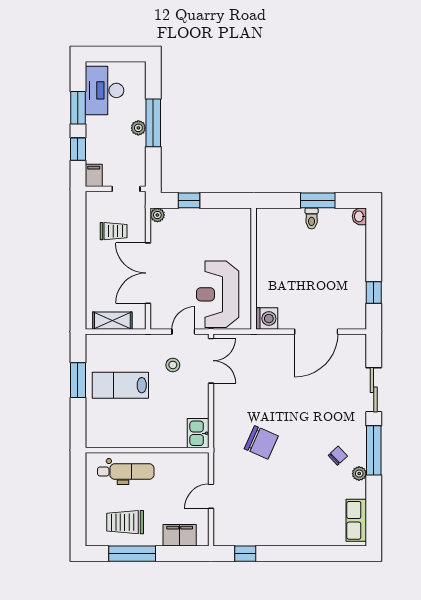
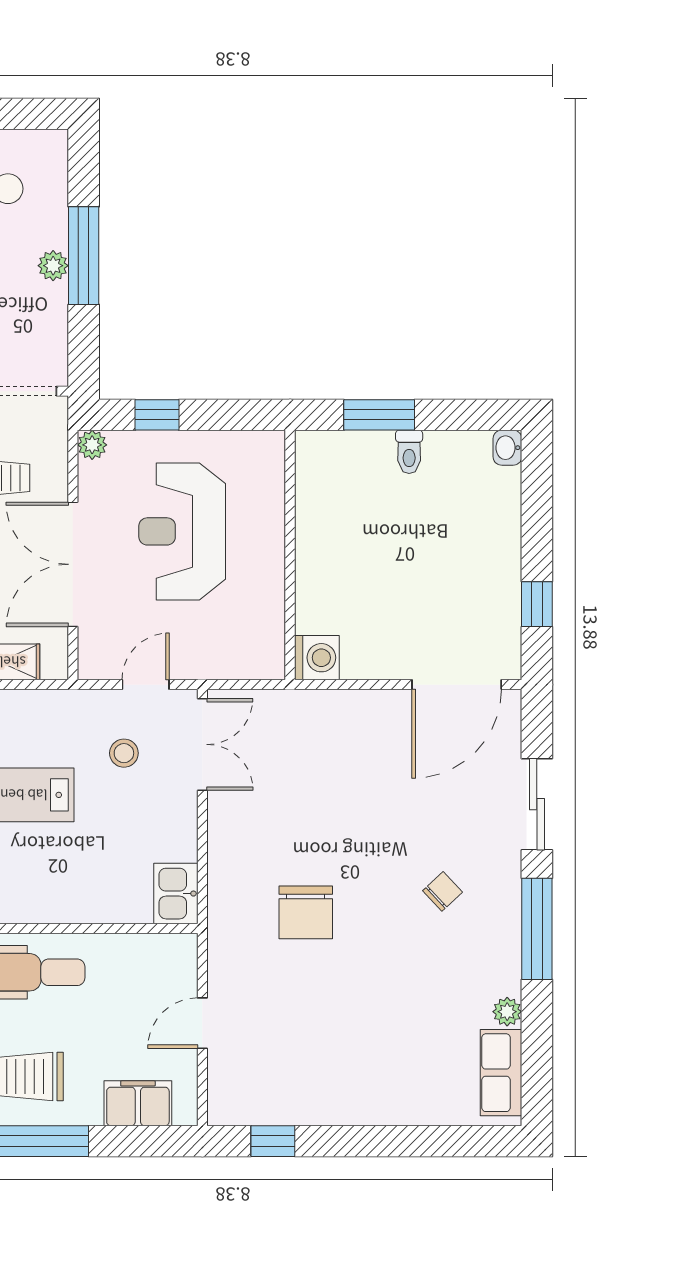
window: (318, 200) -> (379, 415), moved
reception desk: (218, 294) -> (182, 531), moved
door: (316, 332) -> (457, 685), moved
chair: (261, 442) -> (306, 912), turned 66
chair: (338, 456) -> (443, 891), moved
plant: (359, 474) -> (507, 1012), moved

